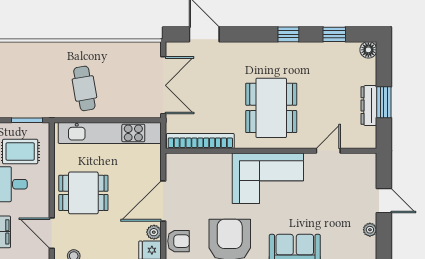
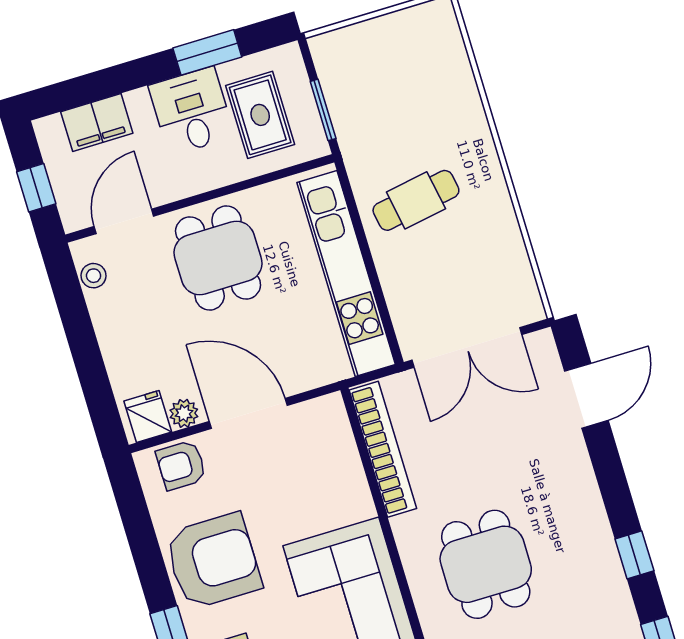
dining table: (271, 108) -> (486, 564), width x0.73
armchair: (179, 241) -> (181, 465), turned 90

